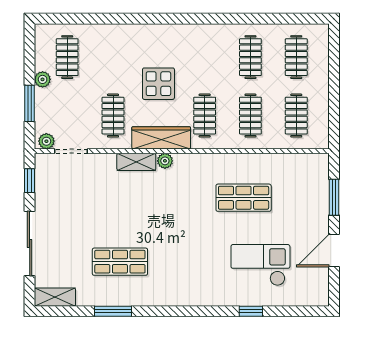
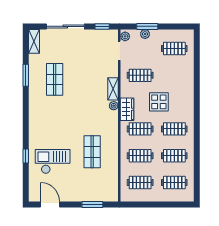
clothes rail: (205, 57) -> (174, 129), added
plant: (43, 79) -> (145, 34), moved
wardrobe: (161, 138) -> (127, 109), width x0.67
door: (334, 250) -> (50, 205), moved
checkout: (260, 265) -> (53, 162), turned -90

